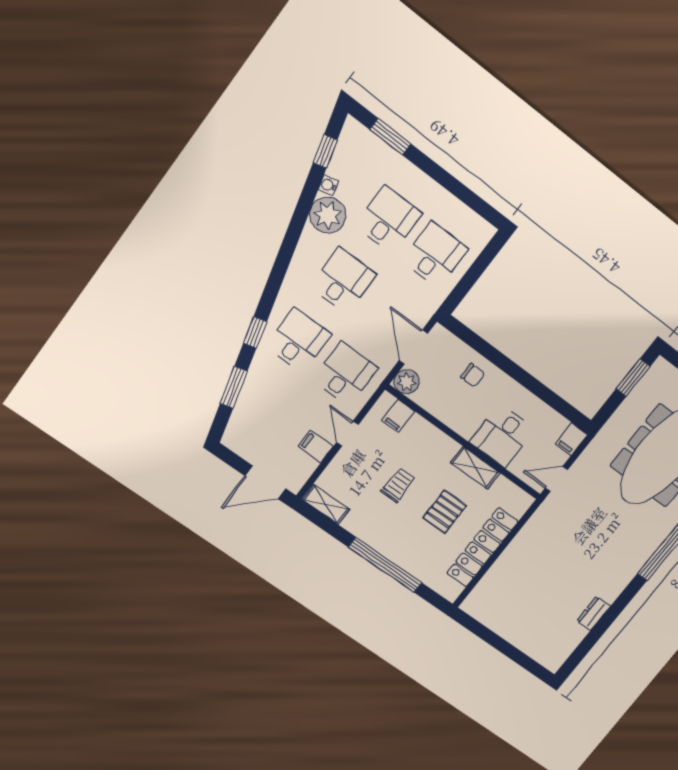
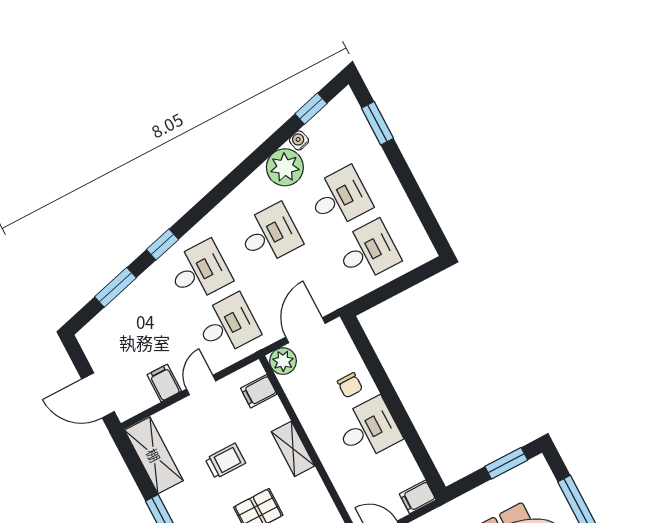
desk: (502, 436) -> (368, 429), moved, turned 180
shelving: (475, 468) -> (293, 449), moved
shelving: (326, 505) -> (154, 455), width x1.50, depth x1.33

